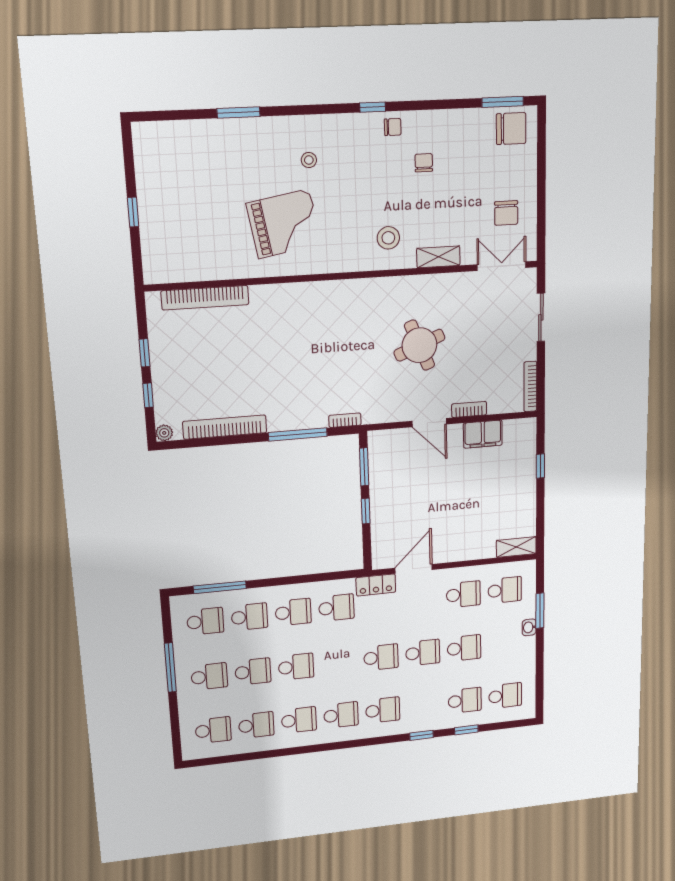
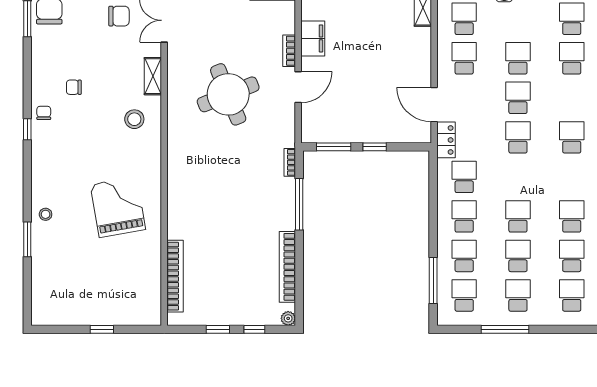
stool: (309, 160) -> (46, 214), moved
round table: (419, 345) -> (228, 94), width x1.36, depth x1.36
school desk: (341, 715) -> (572, 177), removed

